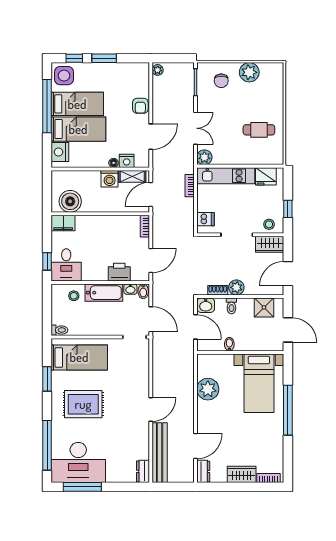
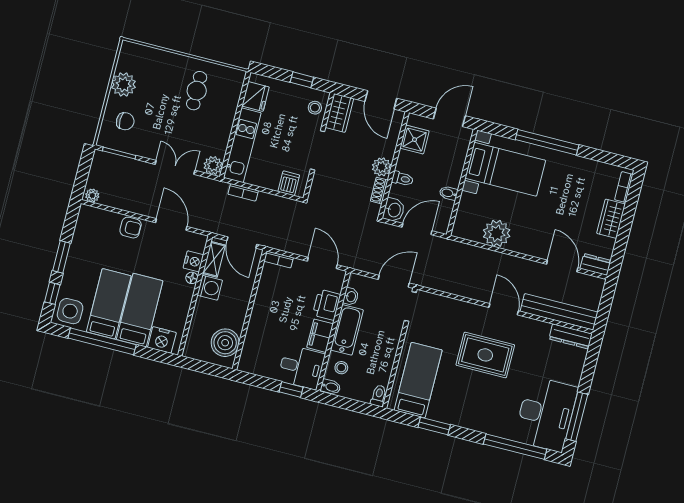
filing cabinet: (63, 223) -> (320, 336), moved, turned 180
bidet: (143, 291) -> (331, 387), moved
rug: (83, 404) -> (485, 355), moved, turned 90
dresser: (143, 471) -> (571, 336), width x1.44

